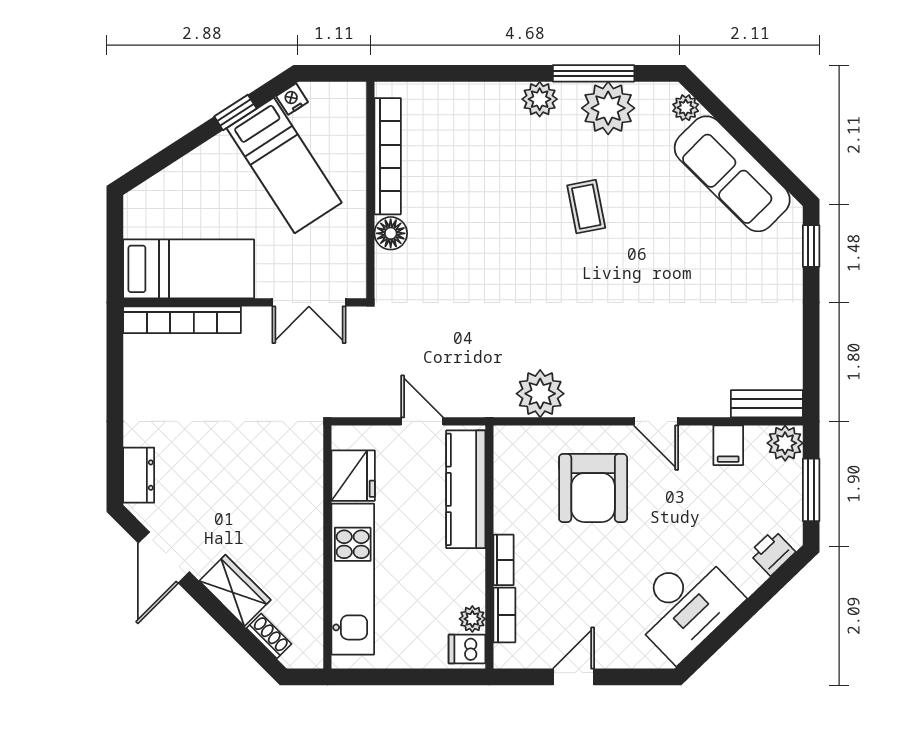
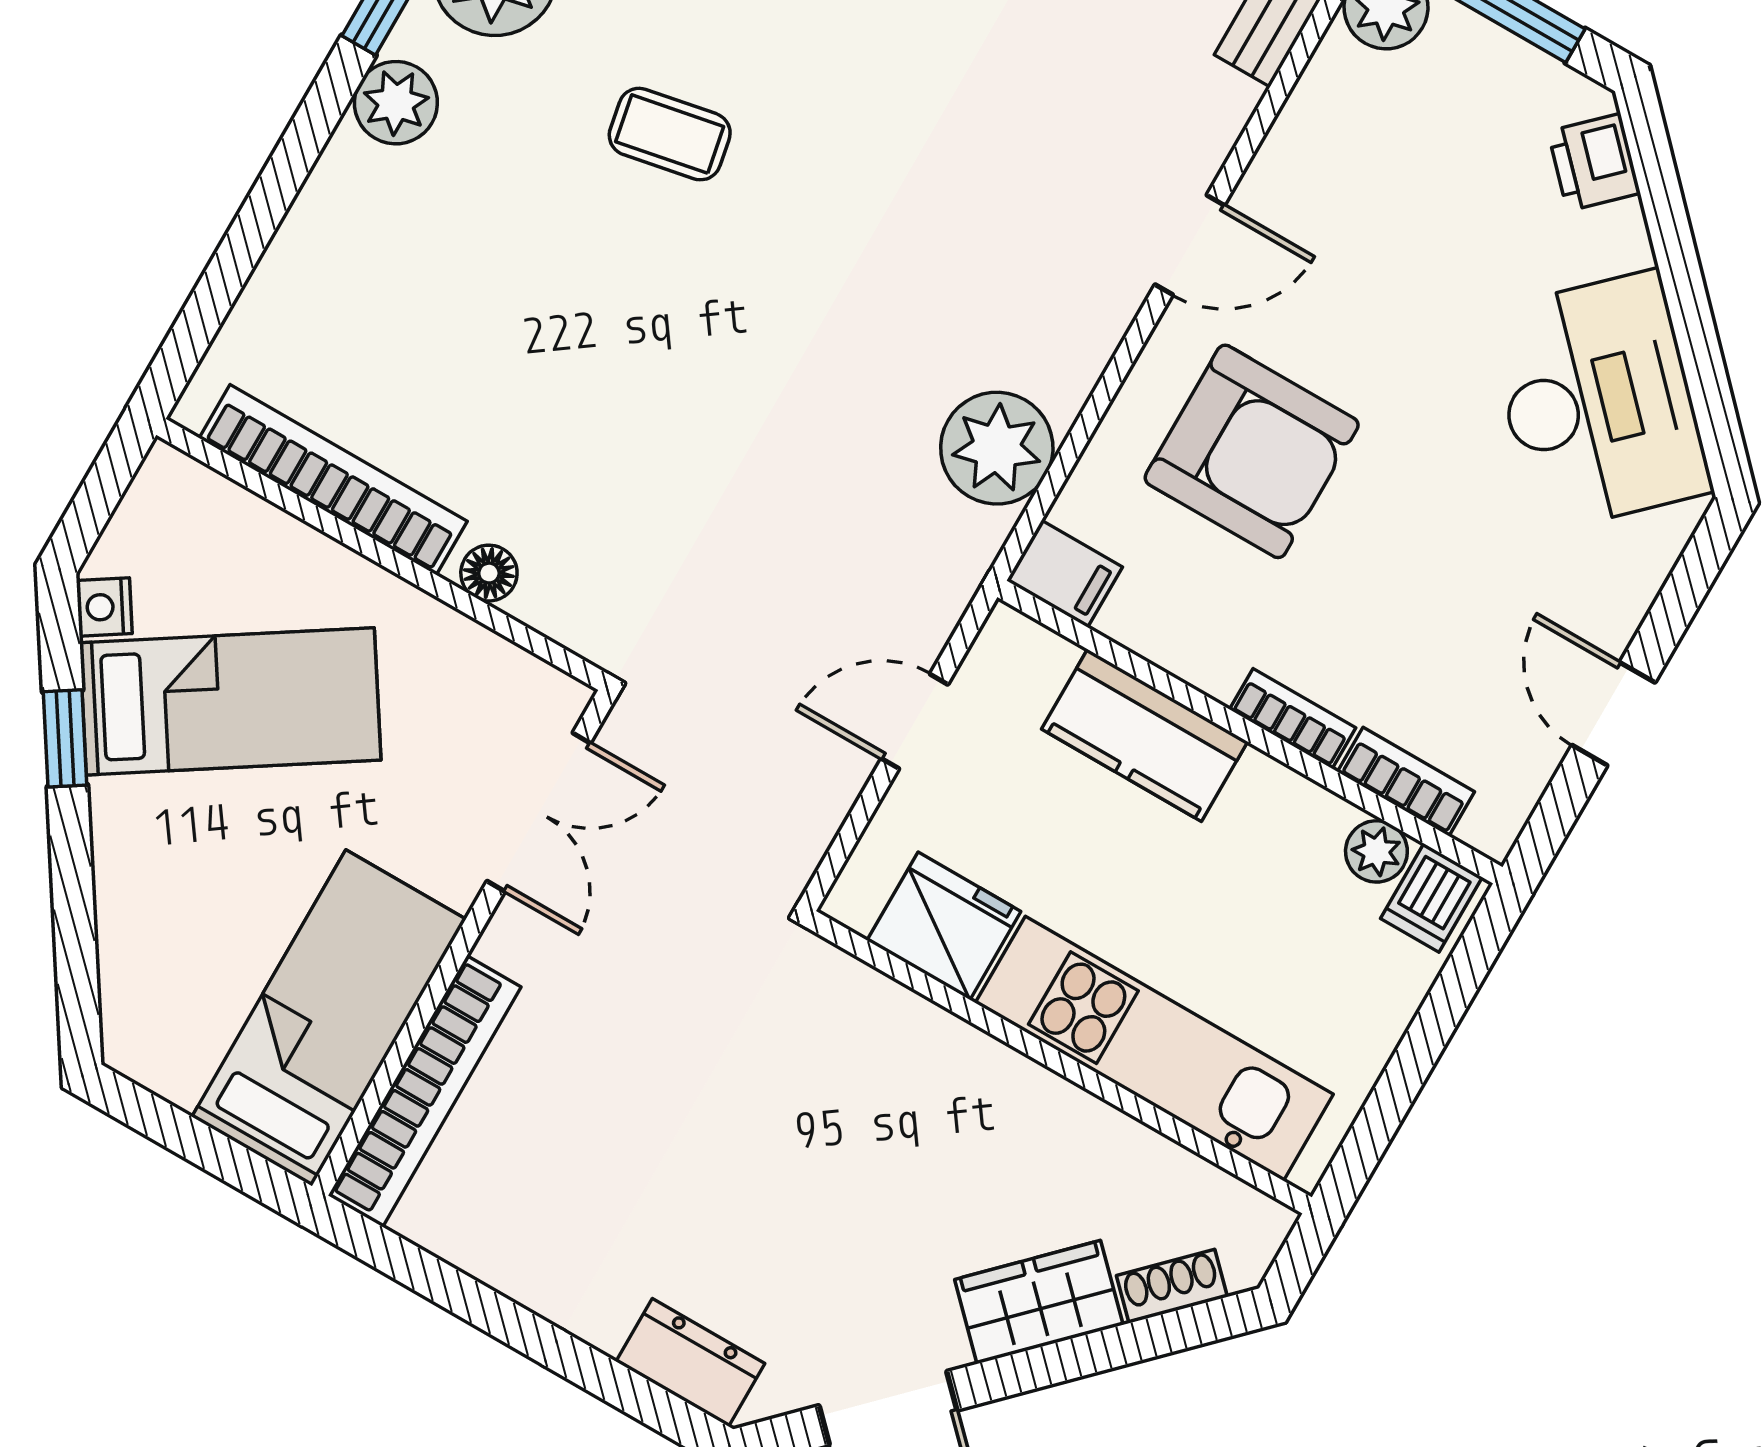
floor lamp: (391, 233) -> (489, 573), width x0.73, depth x0.73
filing cabinet: (728, 445) -> (1065, 574), moved
kitchen counter: (466, 489) -> (1145, 735), width x0.67

